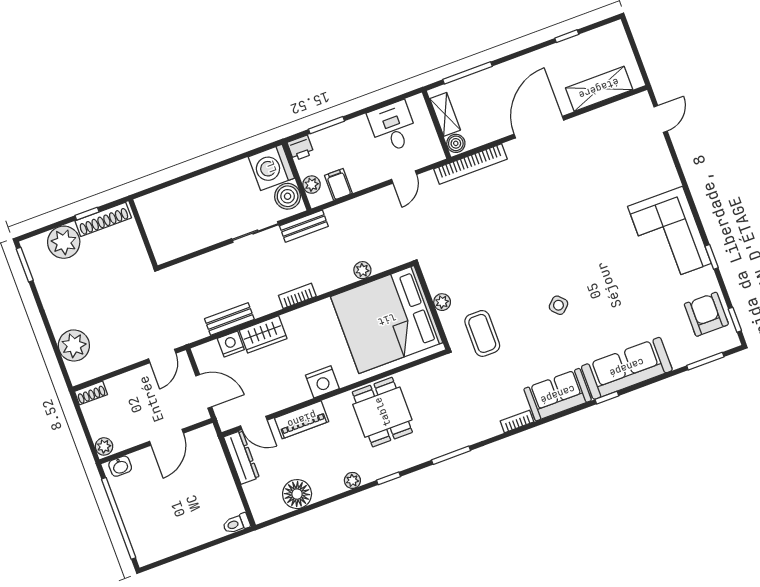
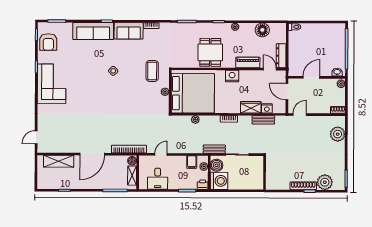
wall: (143, 233) -> (265, 173), moved

